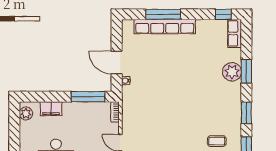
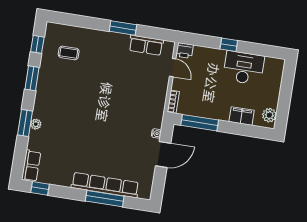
door: (117, 63) -> (163, 154), hinge flipped
plant: (232, 72) -> (36, 124), width x0.53, depth x0.53

